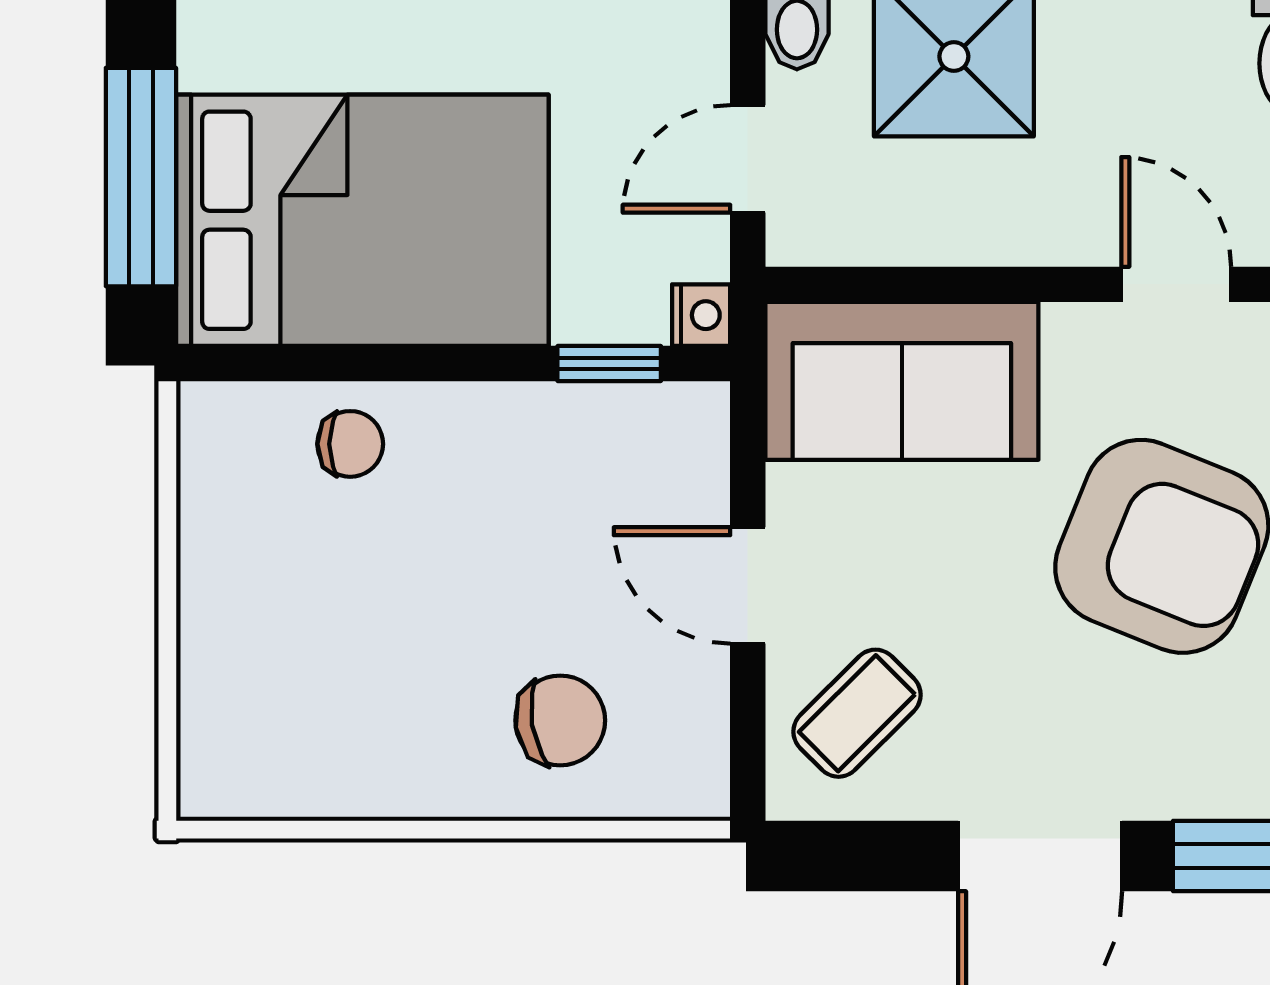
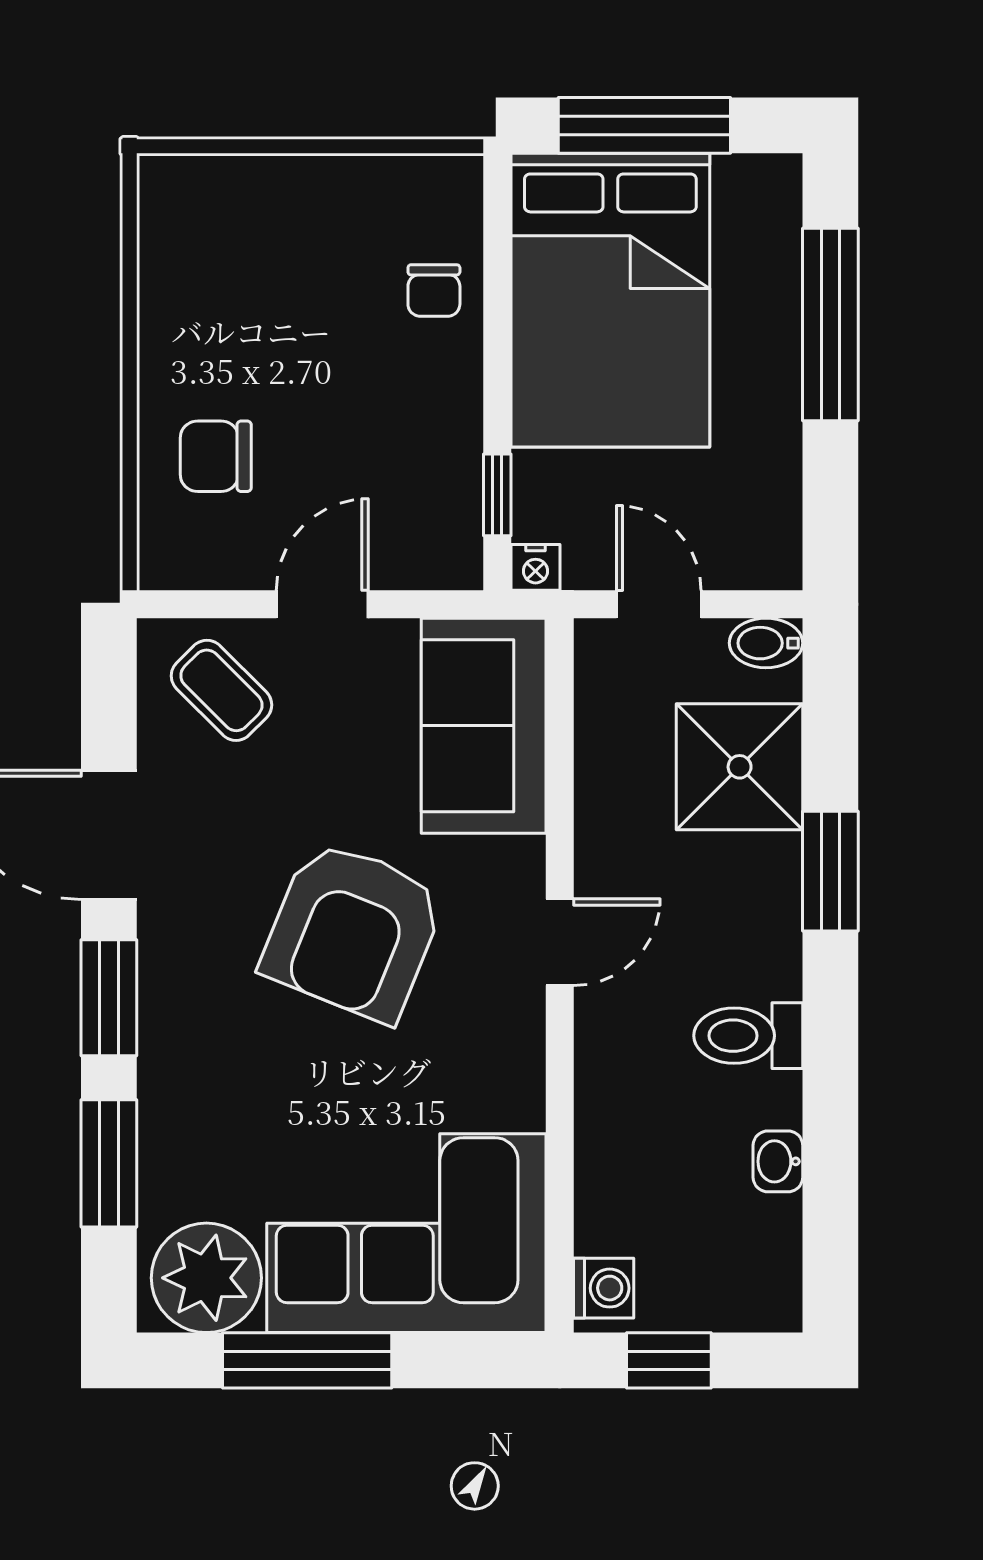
chair: (560, 720) -> (216, 456), turned 99

